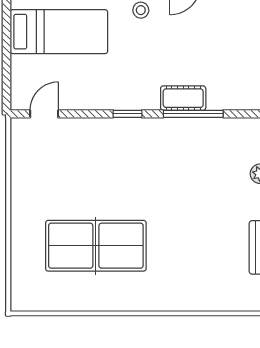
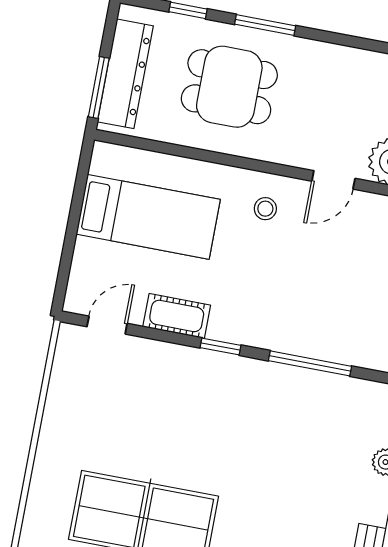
cot: (183, 98) -> (177, 316), moved

